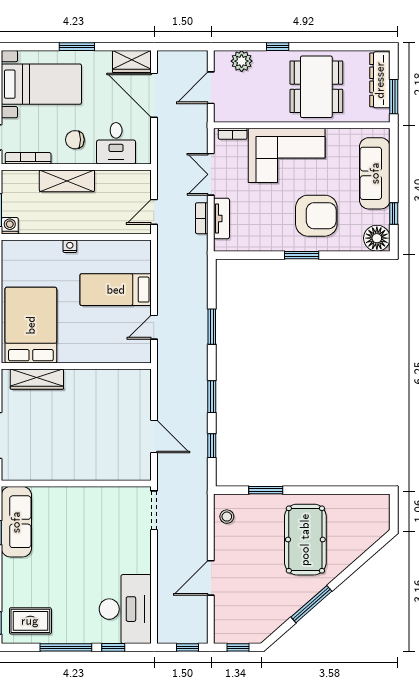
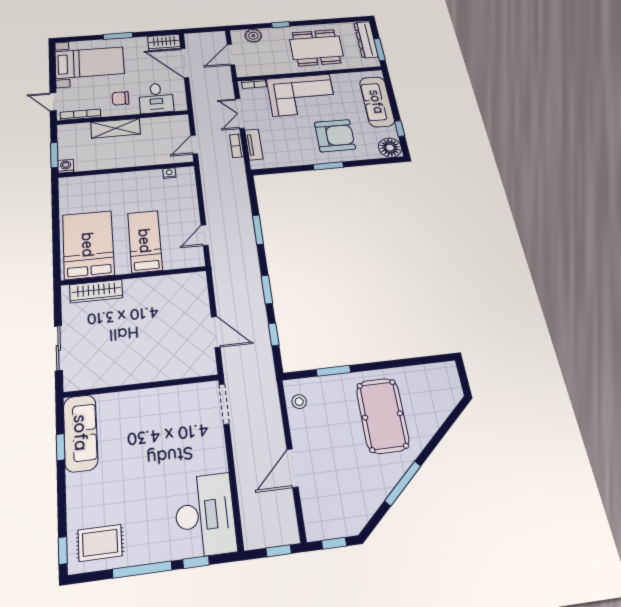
dining table: (316, 87) -> (316, 48), turned 90
nightstand: (70, 246) -> (169, 173), moved
bed: (116, 290) -> (145, 241), moved, turned 90

